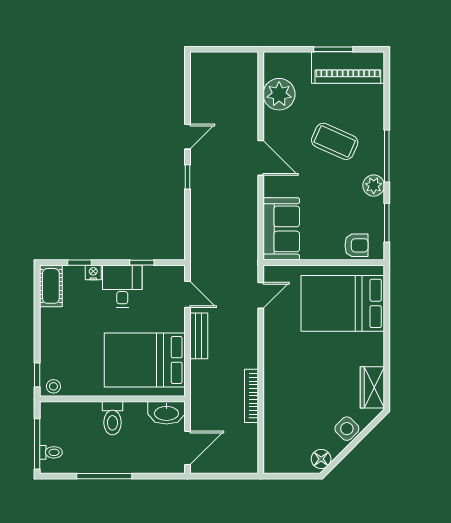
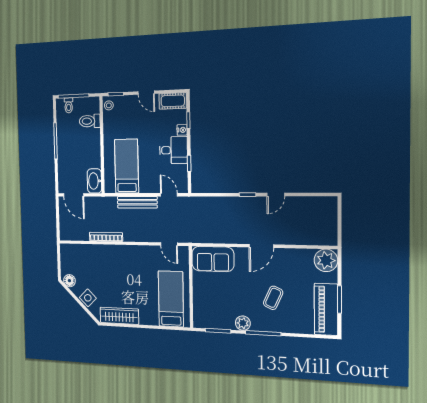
plant: (279, 94) -> (326, 260), moved
door: (188, 137) -> (276, 195), hinge flipped
coffee table: (335, 141) -> (273, 298), width x0.73, depth x0.77
armchair: (356, 245) -> (203, 310), removed
door: (188, 294) -> (169, 195), swing flipped
bed: (343, 303) -> (171, 299), width x0.67
door: (37, 327) -> (146, 93), added
bench: (199, 336) -> (137, 202), width x1.36
bed: (145, 360) -> (127, 166), width x0.67
wardrobe: (372, 387) -> (119, 316), width x1.50
toilet: (112, 418) -> (90, 121), moved

